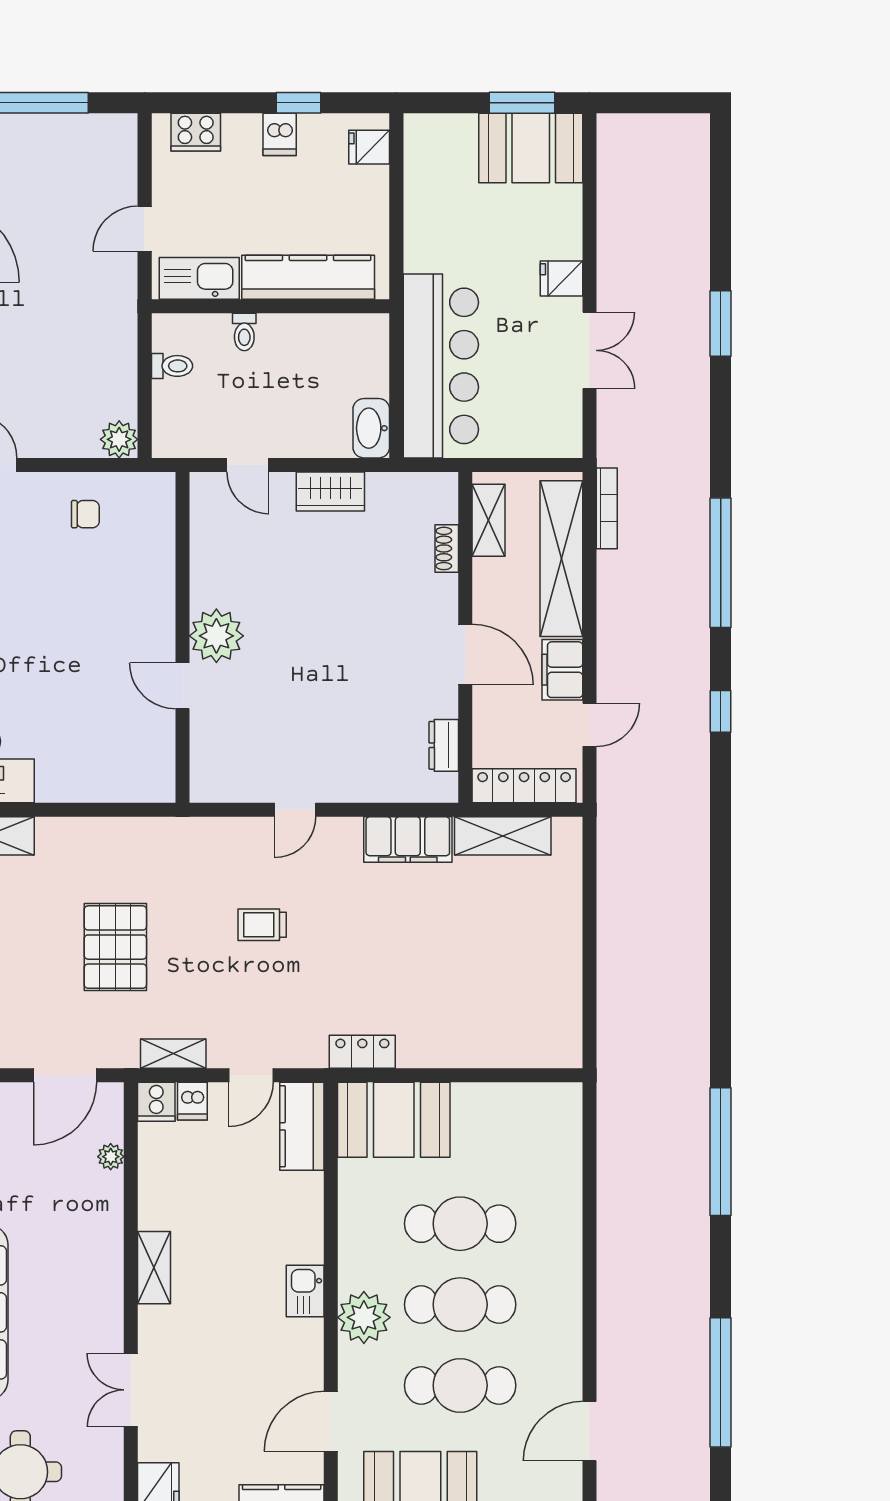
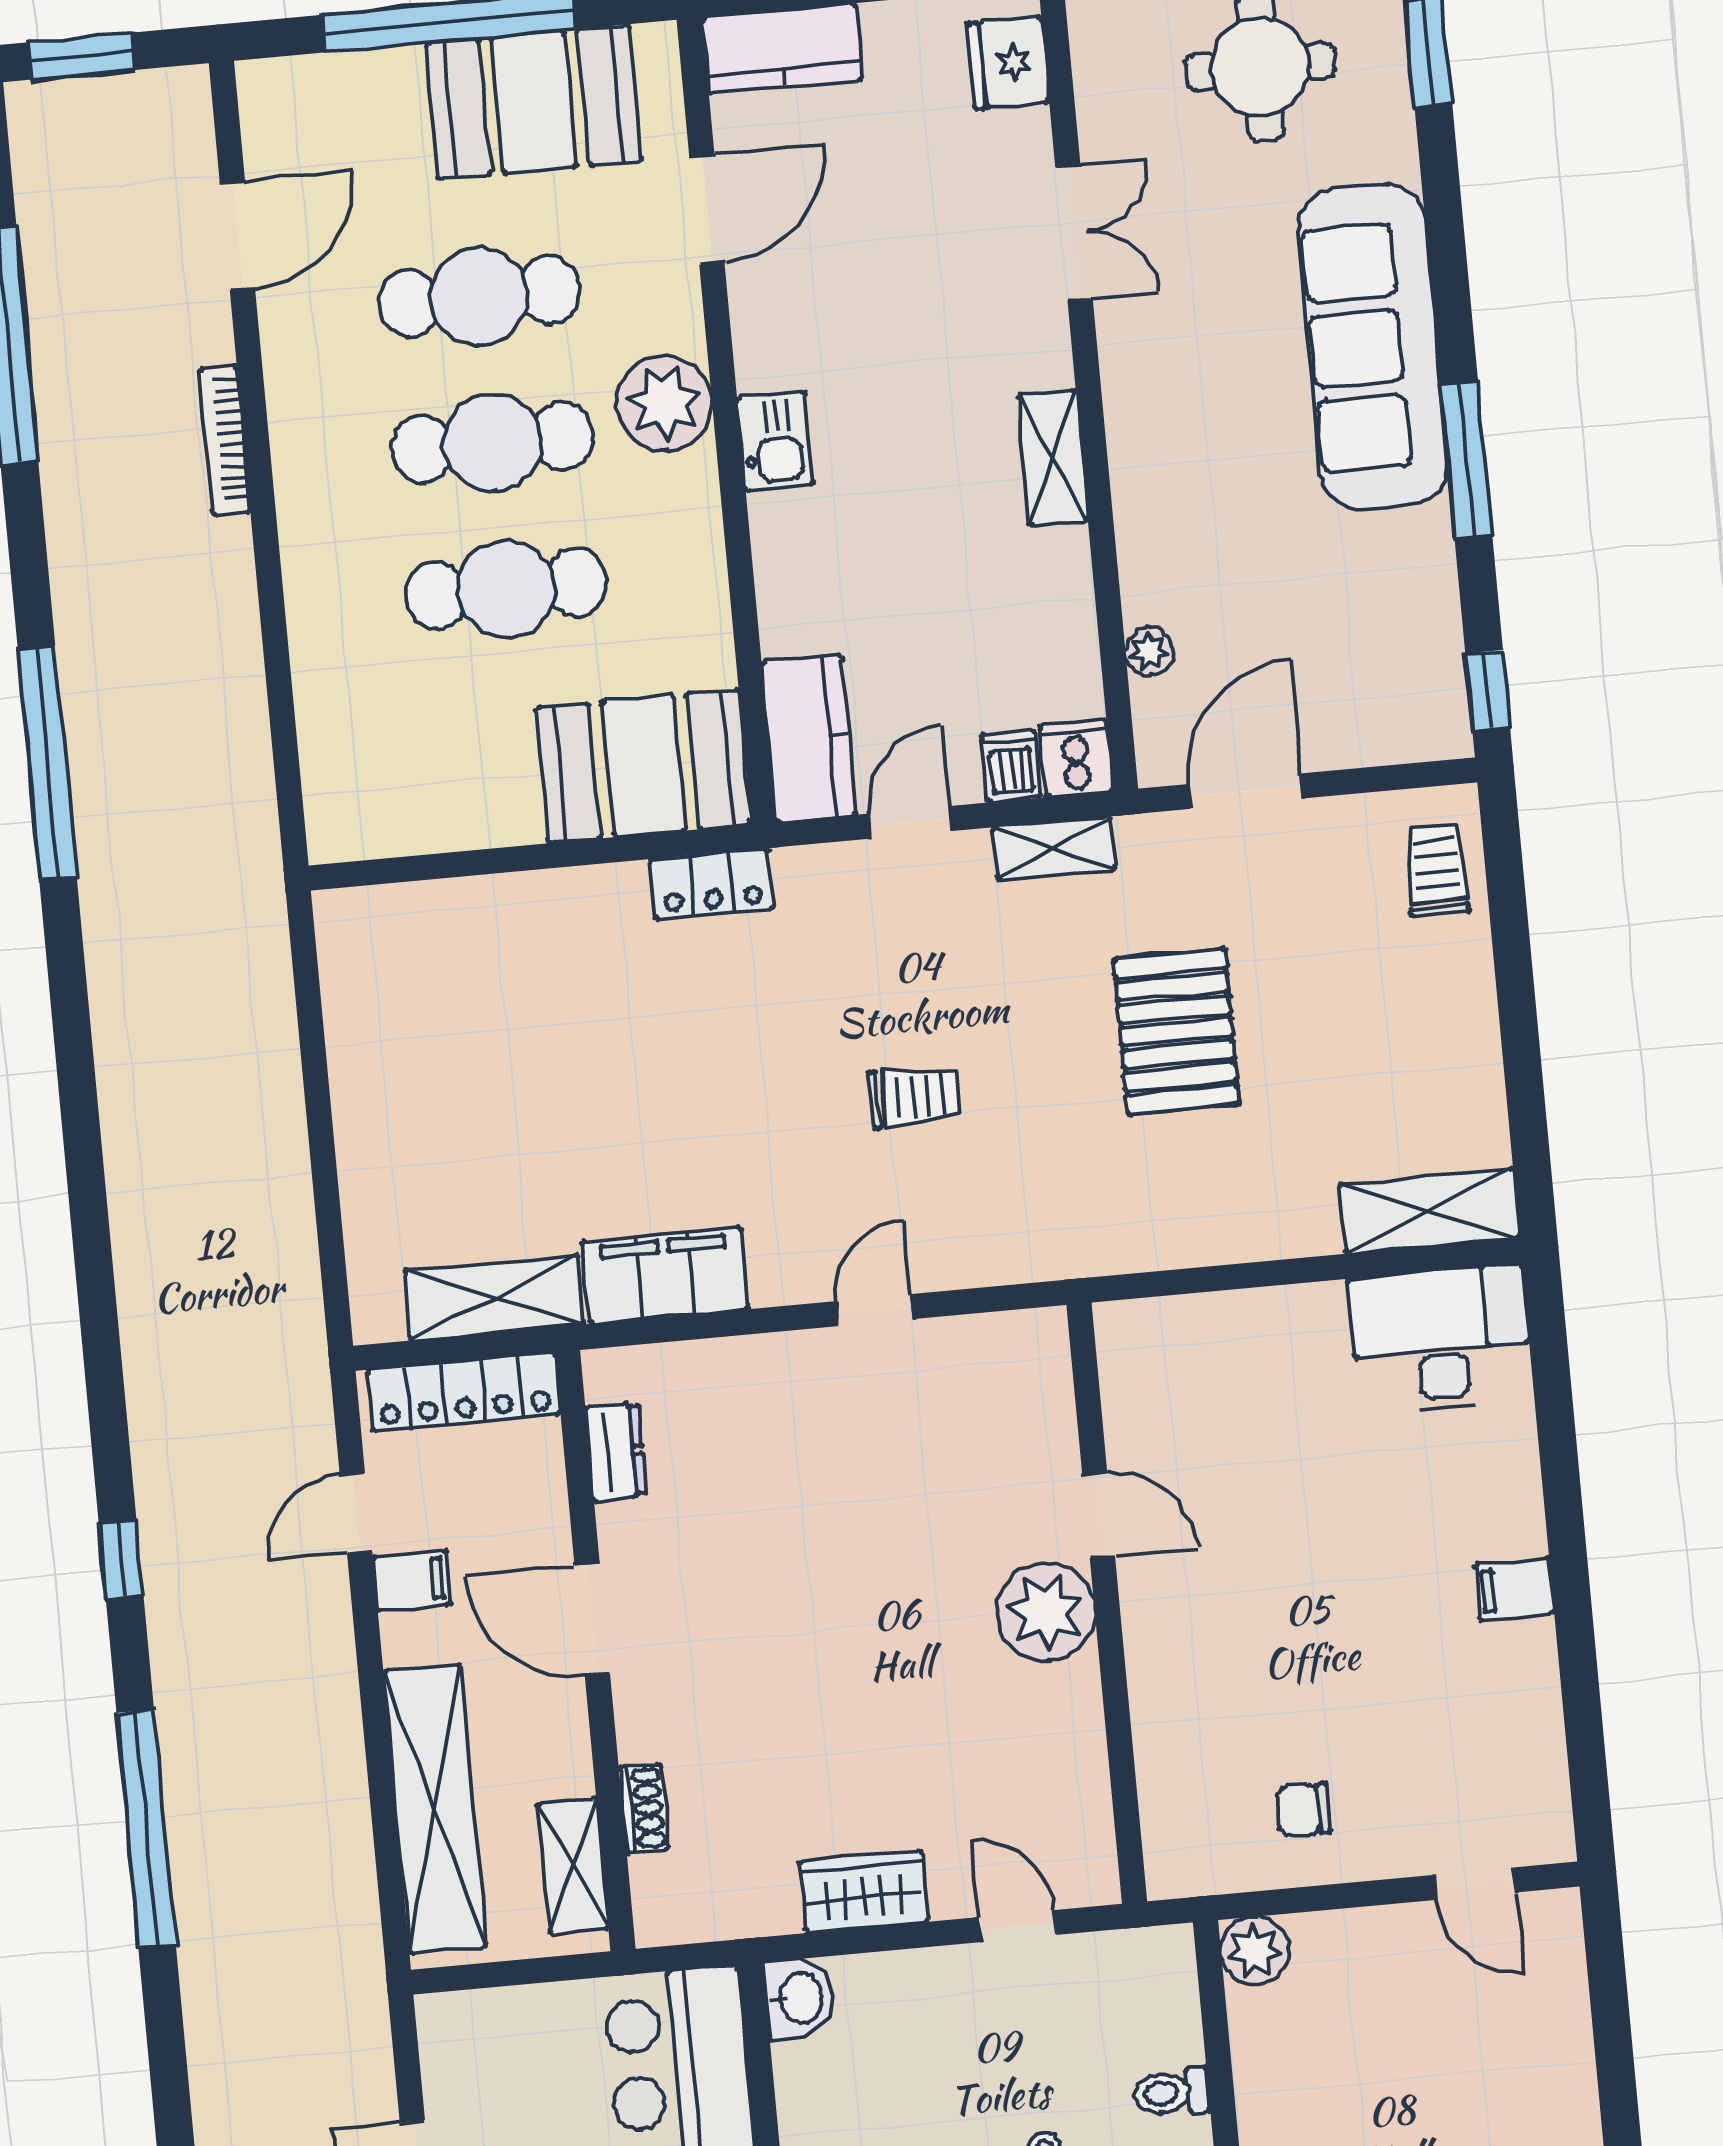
washbasin: (371, 428) -> (799, 1998), width x0.72
bookcase: (607, 508) -> (225, 439), moved
filing cabinet: (562, 670) -> (412, 1581), width x0.50

